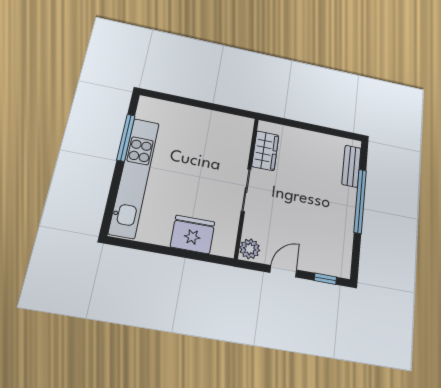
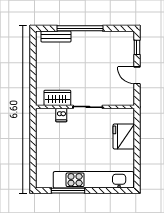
dishwasher: (240, 151) -> (61, 115), added
plant: (250, 249) -> (126, 99), removed

